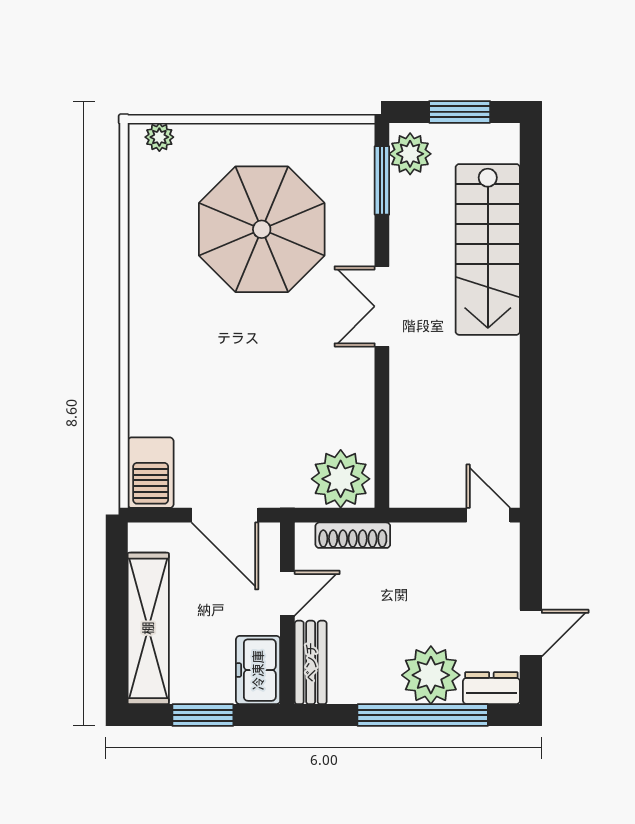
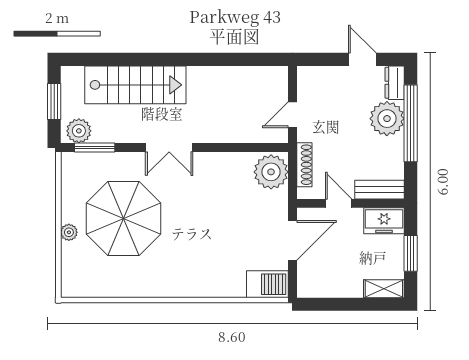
plant: (159, 137) -> (69, 232), moved
door: (488, 515) -> (293, 115), moved
shelving: (148, 628) -> (384, 289), width x0.45, depth x0.75

